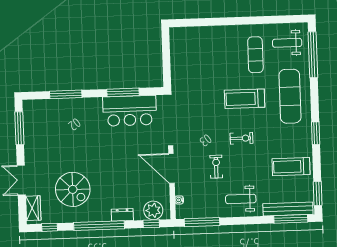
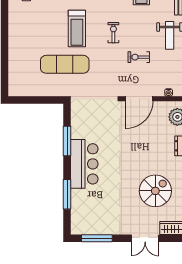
exercise mat: (255, 55) -> (65, 64), moved, width x1.36, depth x1.45
bar counter: (130, 111) -> (84, 164), moved

